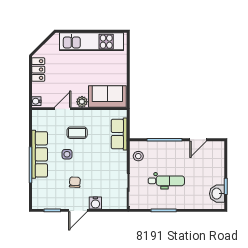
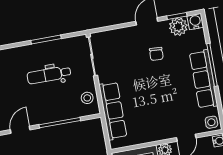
coffee table: (77, 133) -> (164, 112), removed
row of seats: (119, 134) -> (113, 111), width x1.48
side table: (67, 154) -> (211, 122), moved
plant: (53, 201) -> (178, 27), added
water cooler: (95, 203) -> (195, 22), moved

